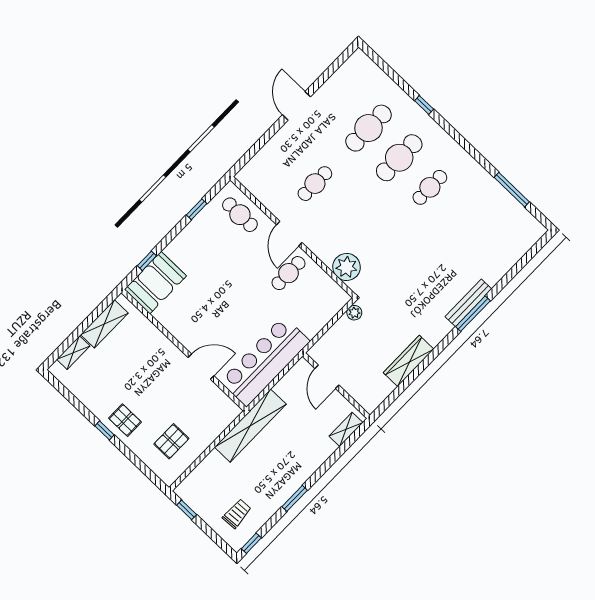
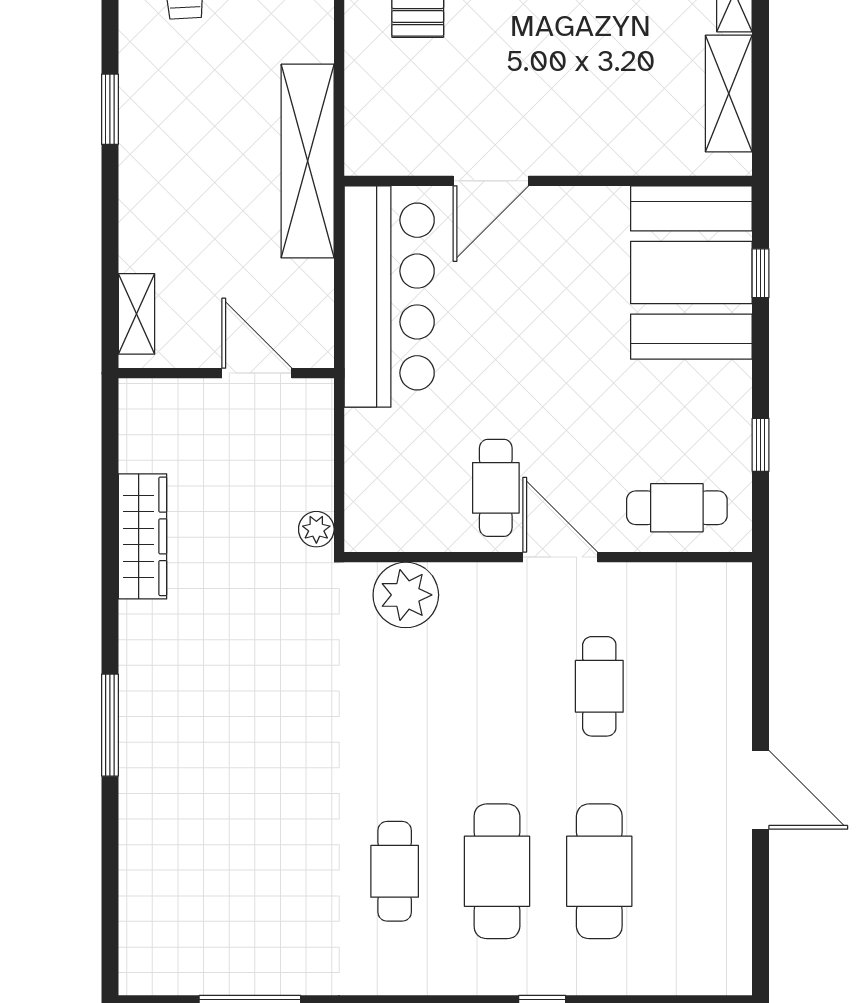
booth: (155, 283) -> (691, 273), width x1.36, depth x1.42
bench: (468, 303) -> (136, 736), removed

